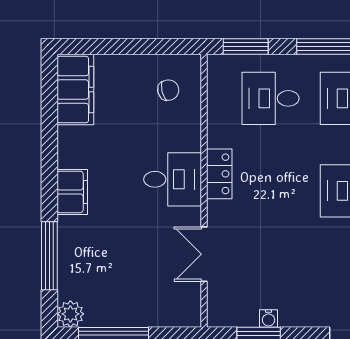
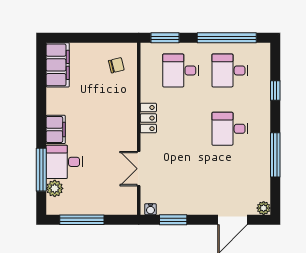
desk: (173, 179) -> (64, 162), moved, turned 180
plant: (70, 314) -> (55, 188), moved
water cooler: (268, 319) -> (150, 209), moved

